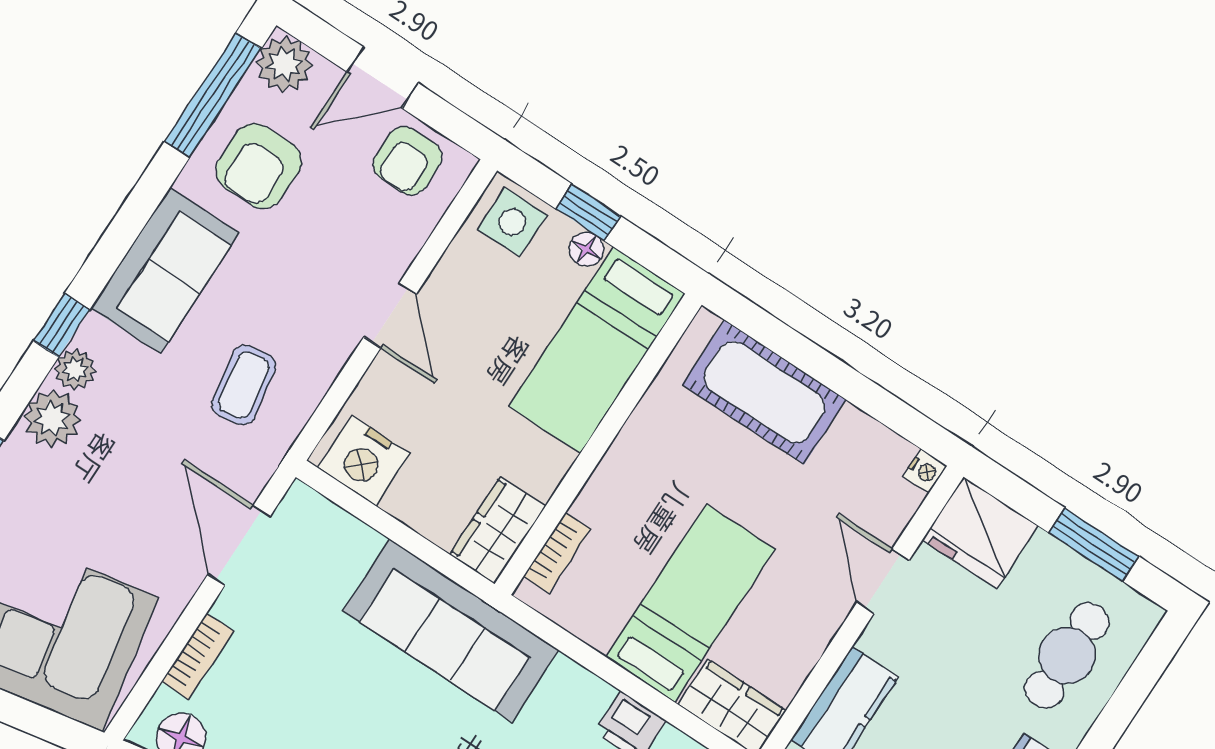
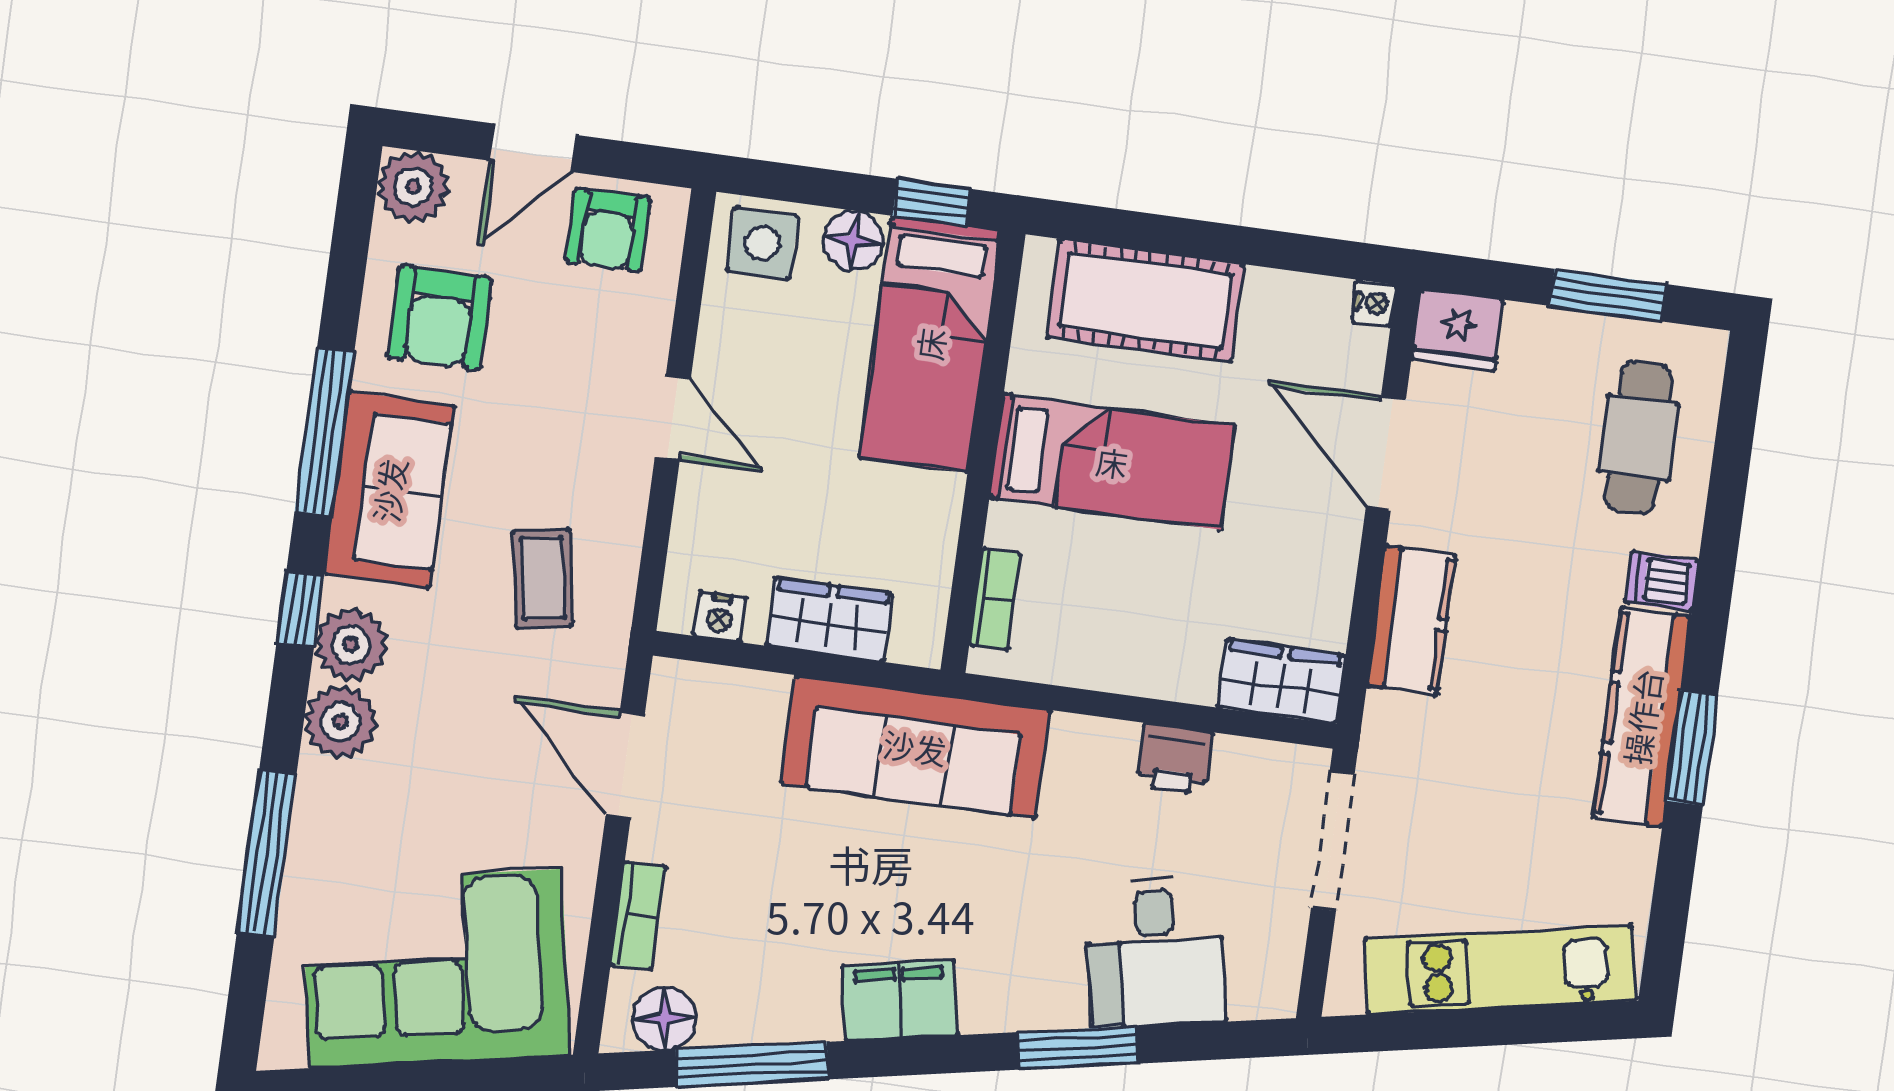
window: (213, 95) -> (324, 432), moved
window: (588, 212) -> (932, 202), moved
floor lamp: (587, 249) -> (854, 241), width x1.37, depth x1.37
plant: (75, 369) -> (351, 644), width x1.38, depth x1.38
nightstand: (364, 461) -> (720, 617), width x0.53, depth x0.56
wardrobe: (498, 530) -> (829, 620), moved, turned 90
fridge: (980, 533) -> (1458, 330), width x0.73, depth x0.75
door: (883, 581) -> (1386, 453), width x1.38
bed: (690, 603) -> (1112, 462), moved, turned 90

